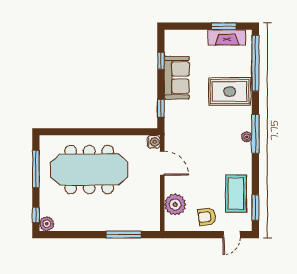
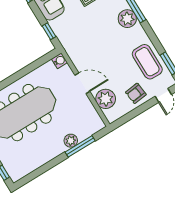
plant: (247, 137) -> (127, 19), width x1.88, depth x1.88
door: (162, 163) -> (82, 83), moved
plant: (47, 224) -> (71, 141), moved

